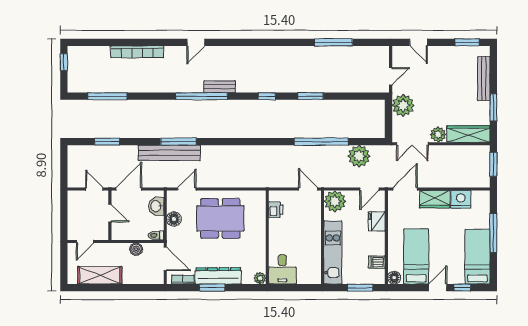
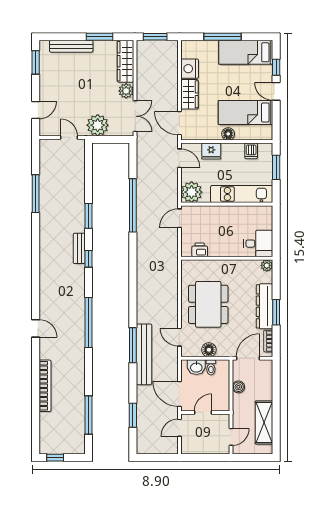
bench: (220, 87) -> (79, 248), moved
plant: (359, 156) -> (147, 168), removed
toilet: (156, 235) -> (211, 367), moved
door: (85, 242) -> (231, 437), hinge flipped
floor lamp: (394, 278) -> (228, 134), moved

